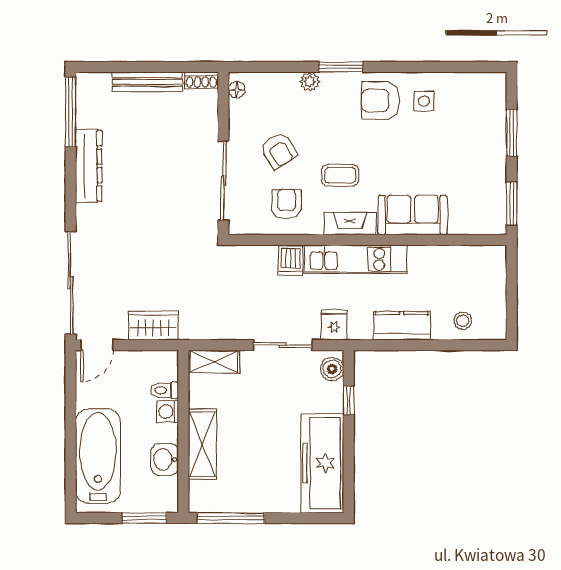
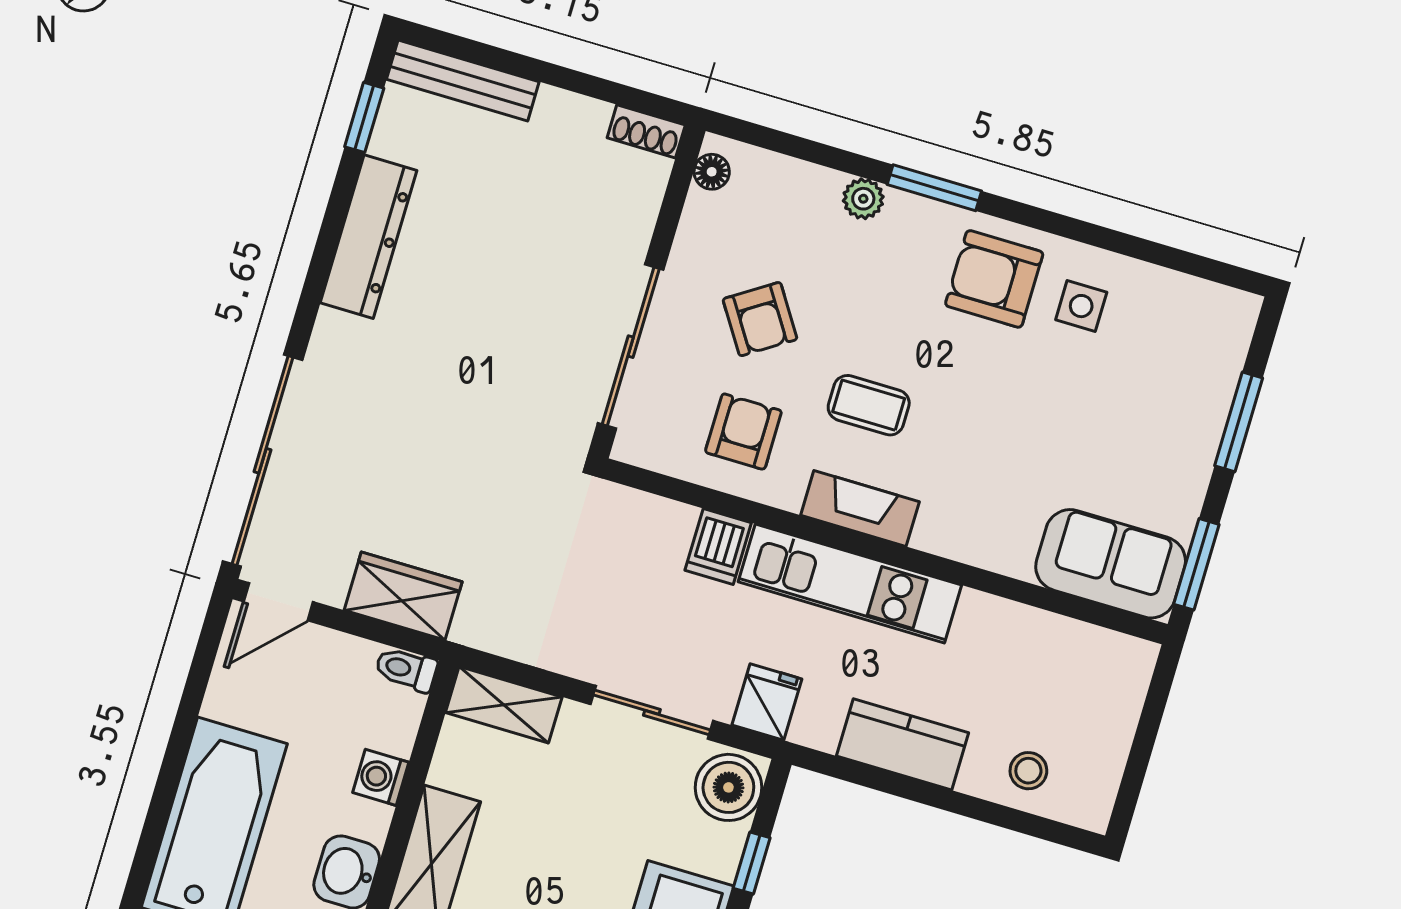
bench: (147, 82) -> (463, 81), moved
window: (71, 112) -> (364, 117), width x0.46
sofa: (413, 215) -> (1111, 564), moved
boiler: (332, 369) -> (728, 787), width x1.36, depth x1.36
toilet: (164, 390) -> (406, 669), moved

